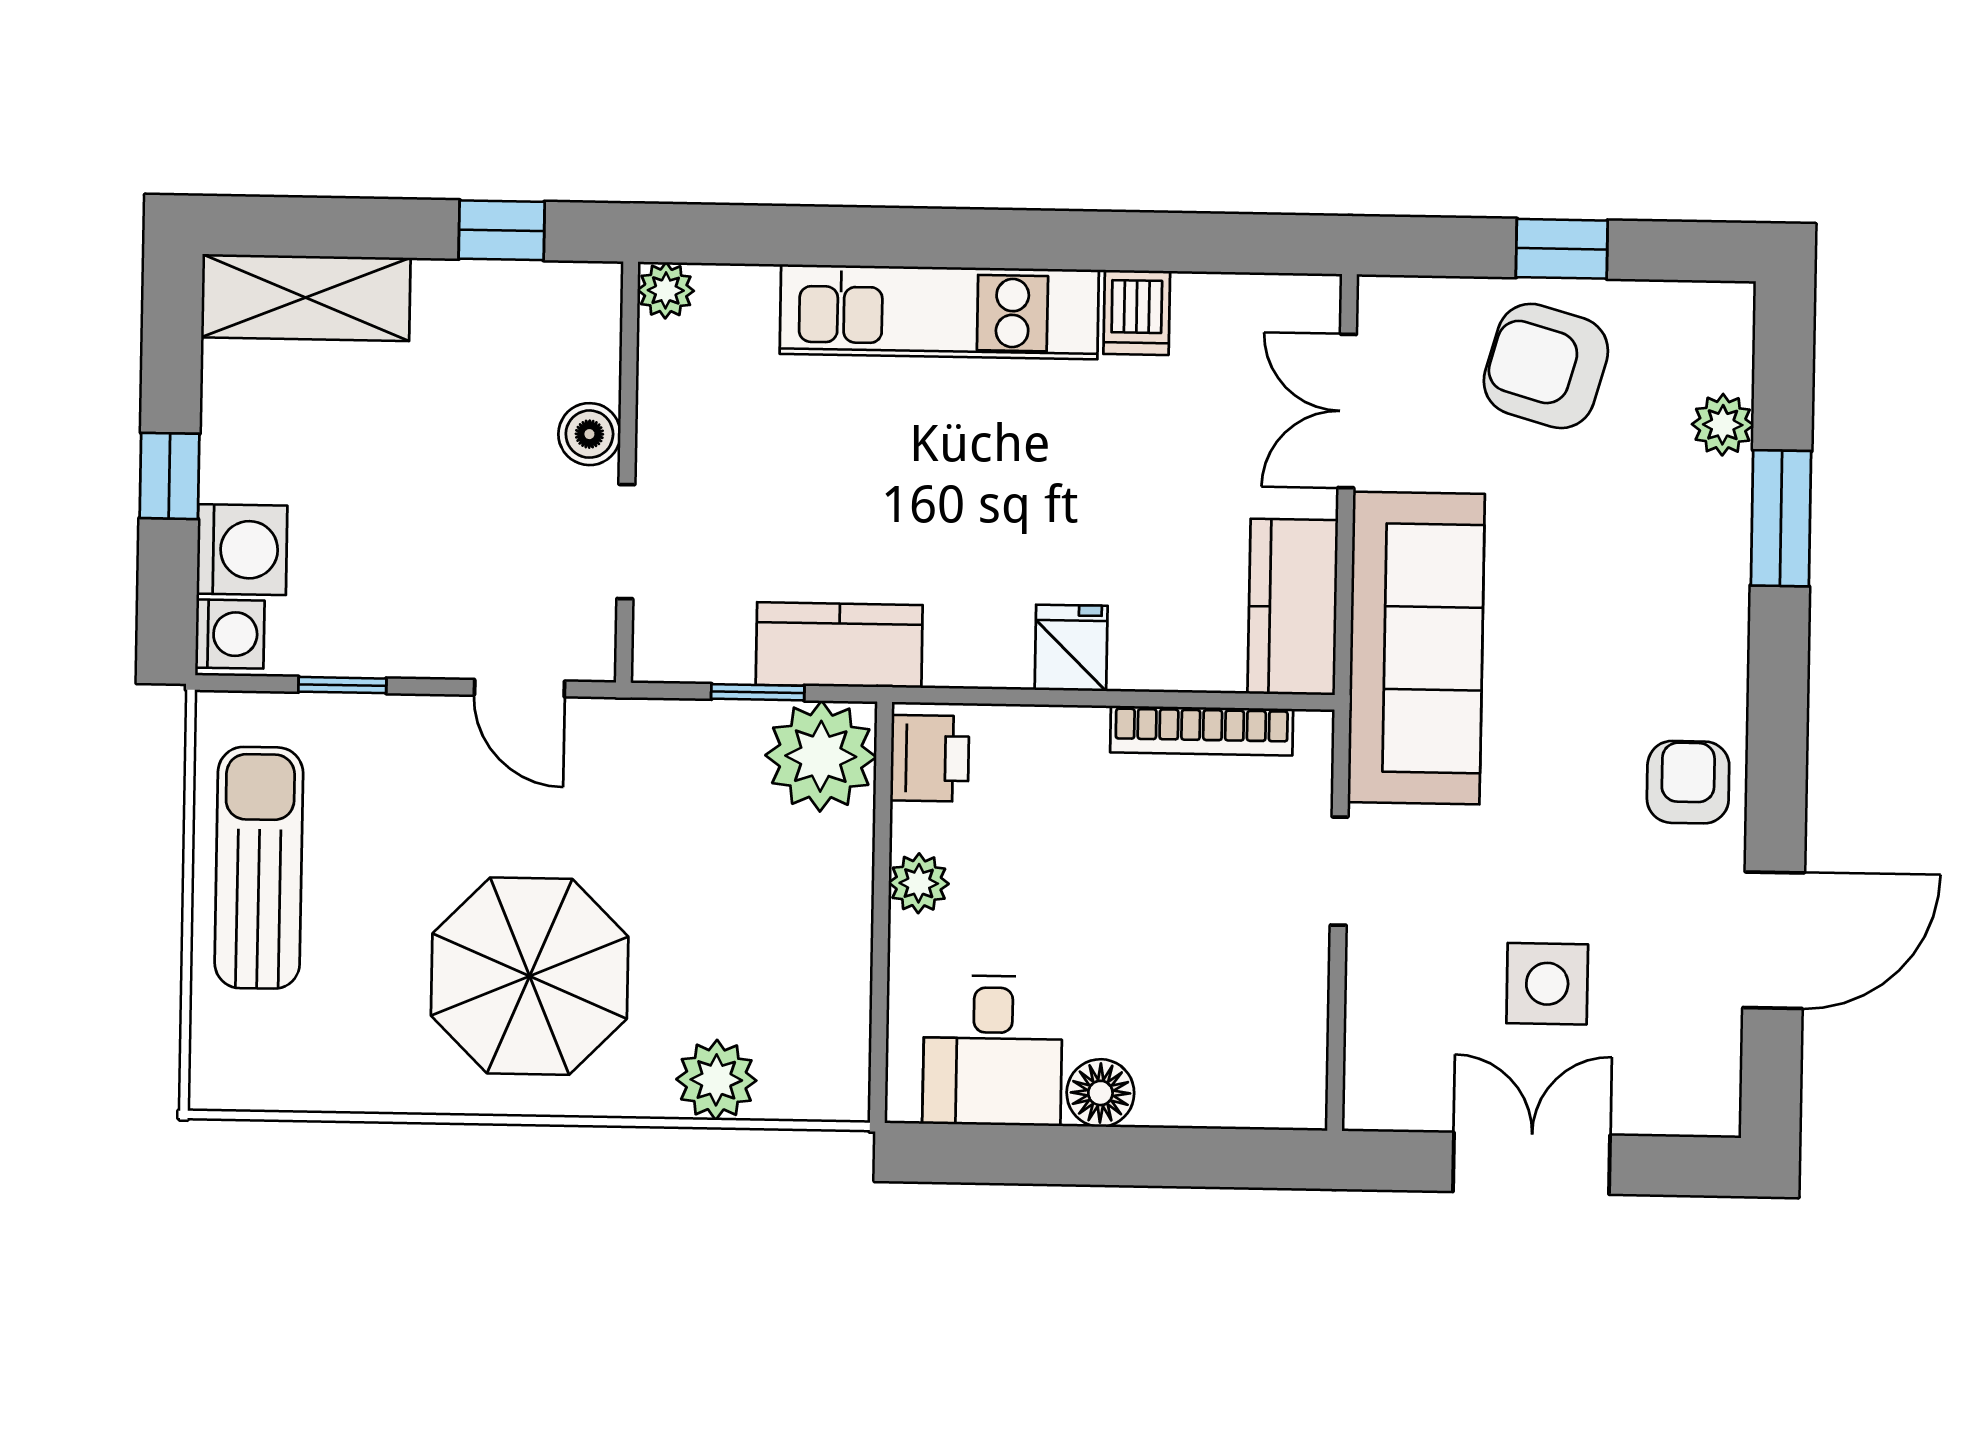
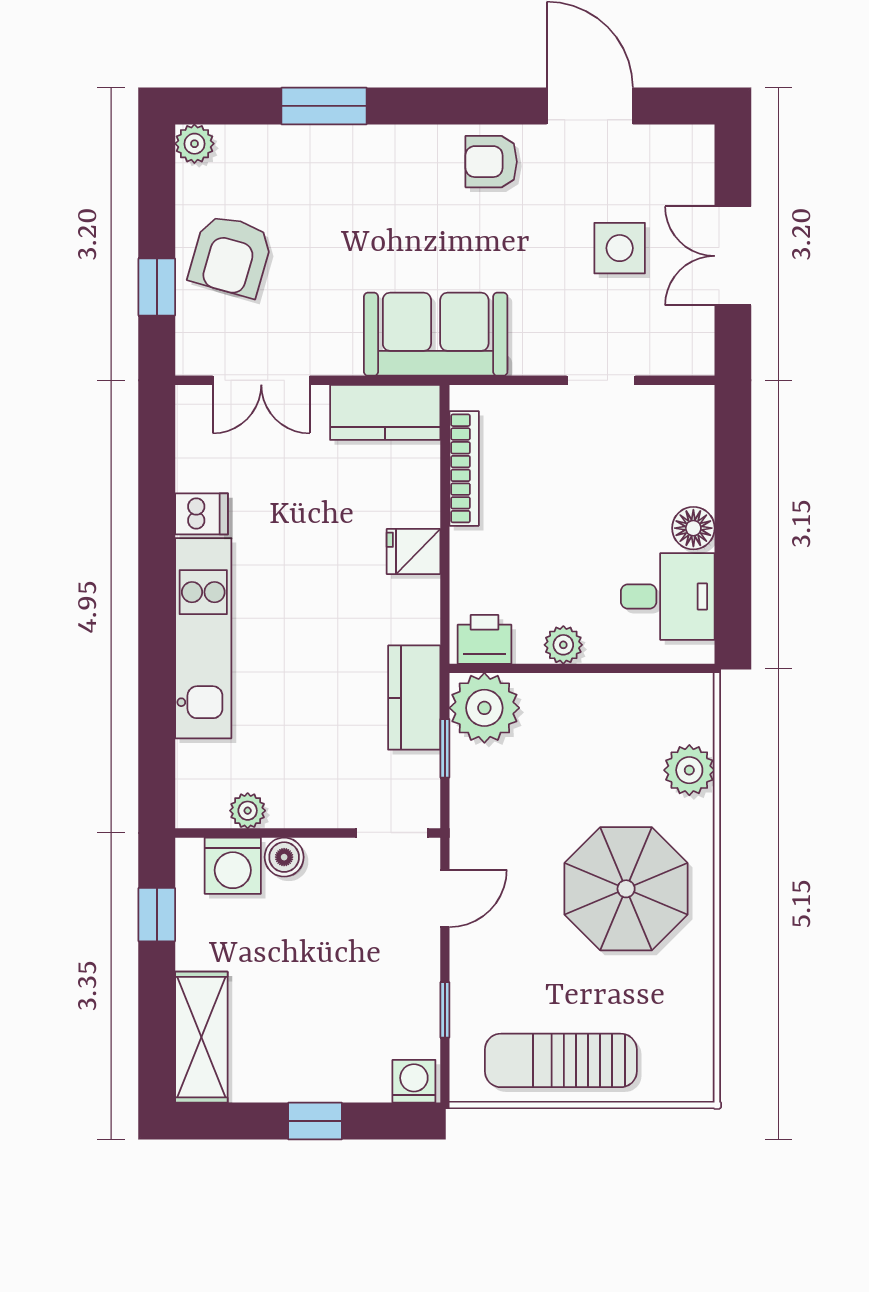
window: (1562, 249) -> (157, 287), moved
plant: (666, 290) -> (248, 811), moved
plant: (1723, 425) -> (194, 144), moved
doorway: (626, 542) -> (392, 833), moved
washing machine: (242, 550) -> (233, 866), moved, turned 180
sofa: (1416, 648) -> (436, 334), width x0.73
doorway: (1339, 871) -> (601, 380), moved

